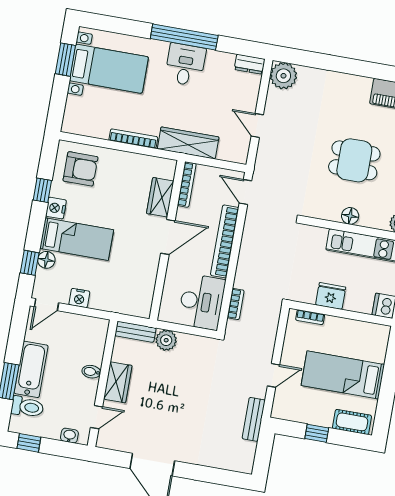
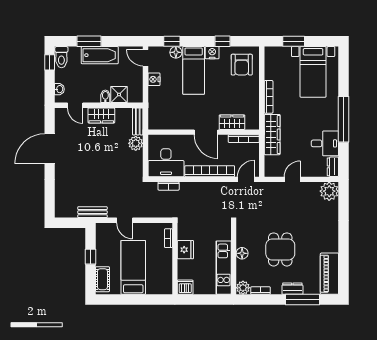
window: (65, 60) -> (294, 41), moved
desk: (185, 65) -> (325, 143), moved
shower: (92, 352) -> (119, 94), added
toilet: (27, 407) -> (61, 57), moved

